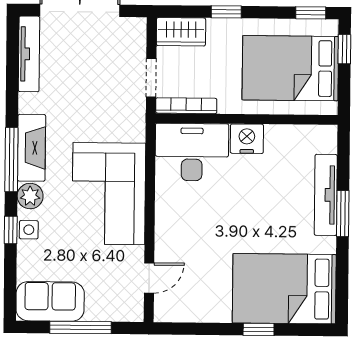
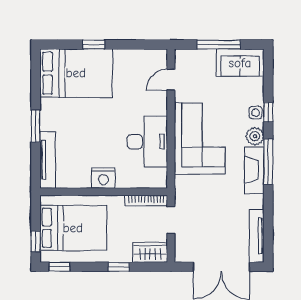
desk: (192, 152) -> (147, 142), moved, turned -90
tv unit: (326, 195) -> (48, 160), moved

